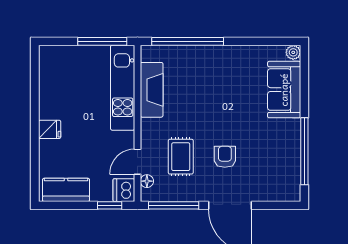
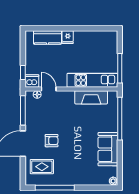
sofa: (284, 90) -> (108, 149), moved, turned -90
rug: (181, 157) -> (42, 167), moved
kitchen counter: (66, 190) -> (47, 37), moved, turned 90

